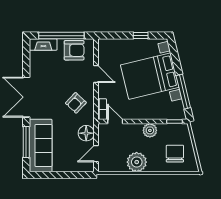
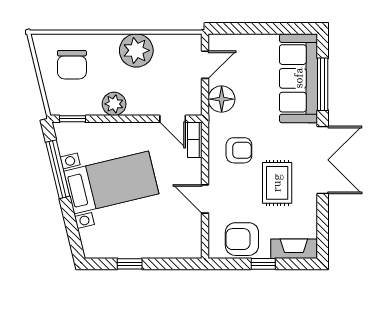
window: (61, 36) -> (263, 264), width x0.32
bed with nightstands: (150, 76) -> (111, 183), width x0.73
rug: (53, 84) -> (277, 183), added
armchair: (76, 103) -> (239, 150), turned 47

